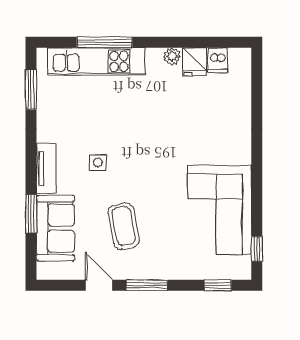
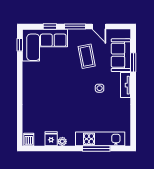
dishwasher: (218, 60) -> (29, 139), moved
window: (31, 89) -> (133, 125), removed
corner sofa: (220, 210) -> (45, 45), moved, turned 90
window: (218, 285) -> (50, 26), moved

